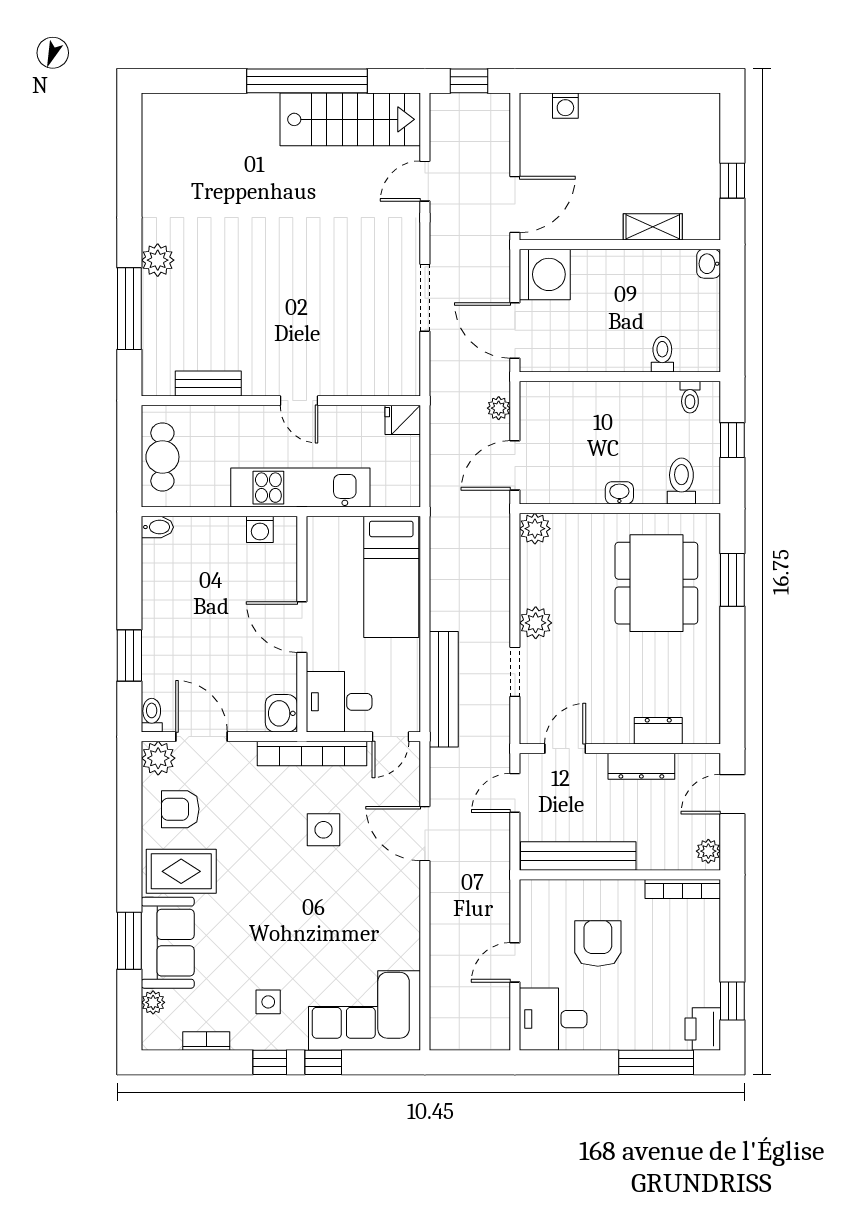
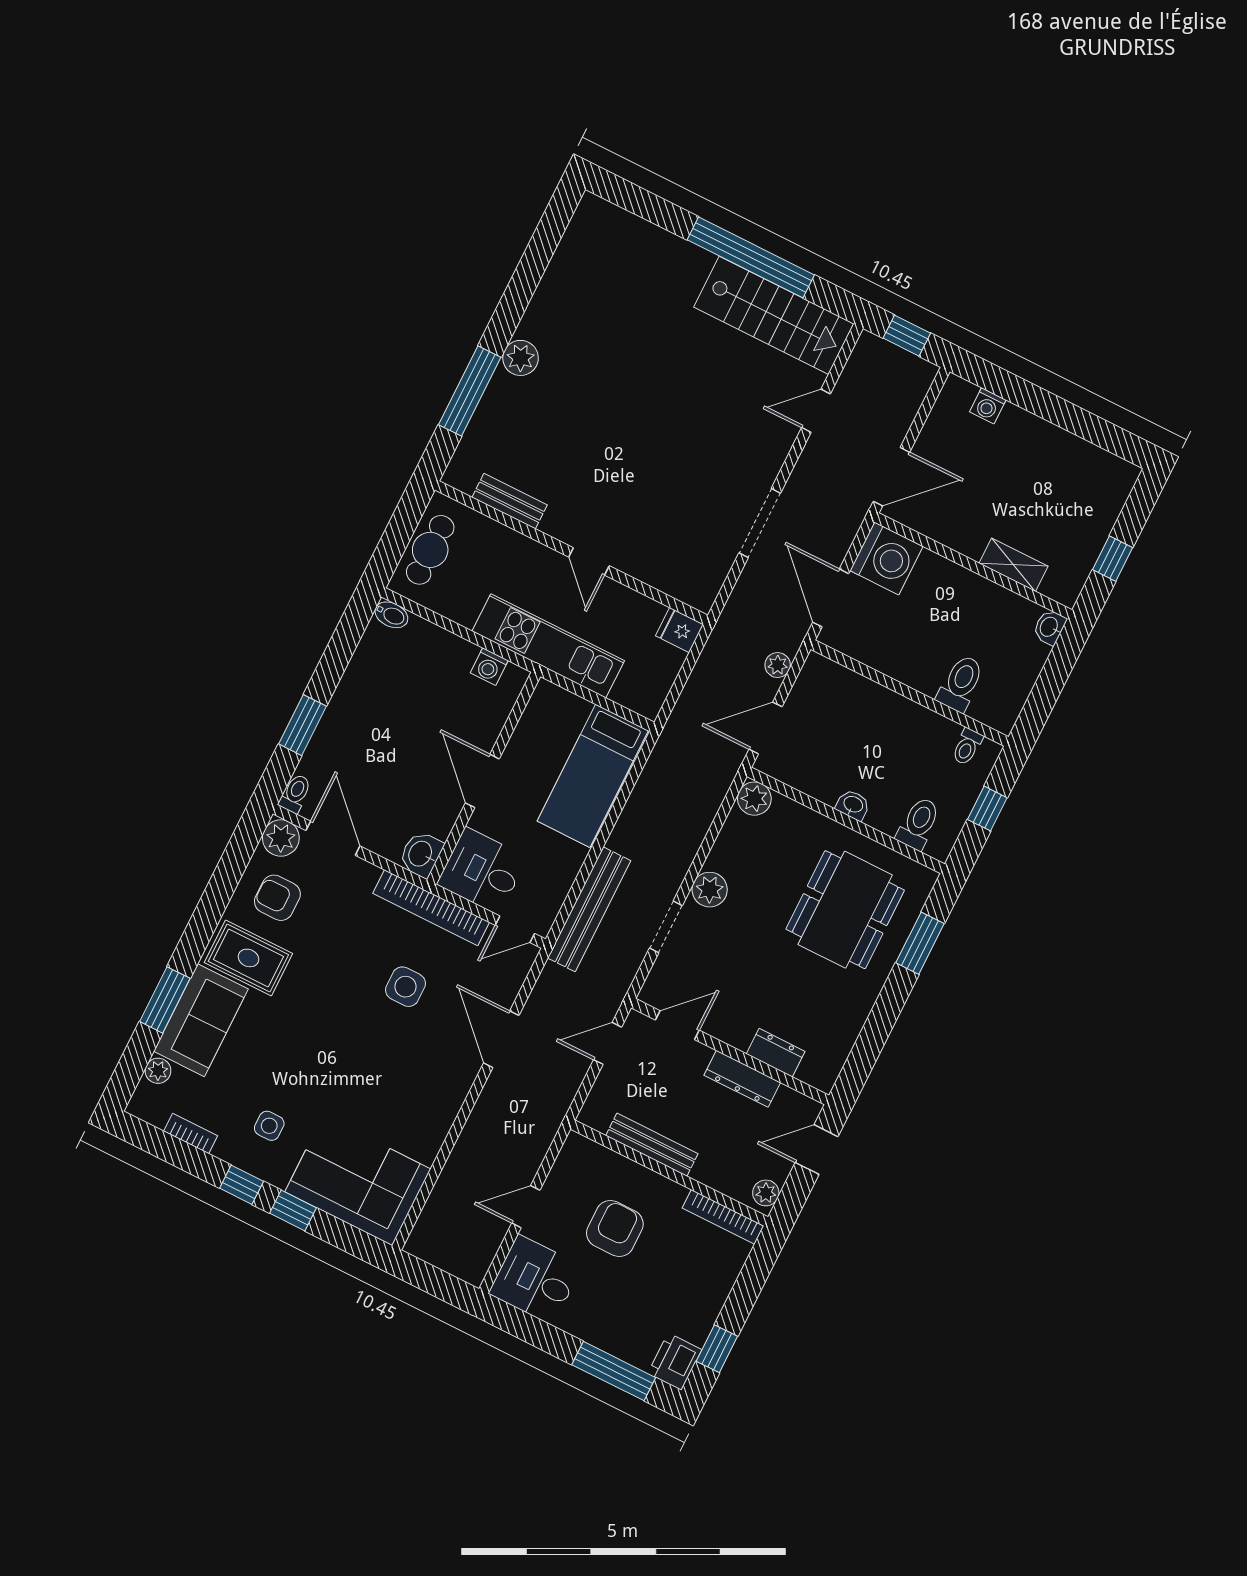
toilet: (662, 354) -> (961, 683), width x1.37, depth x1.39
bench: (578, 856) -> (652, 1145), width x0.73, depth x0.82

